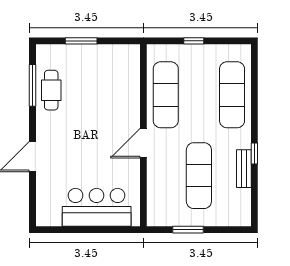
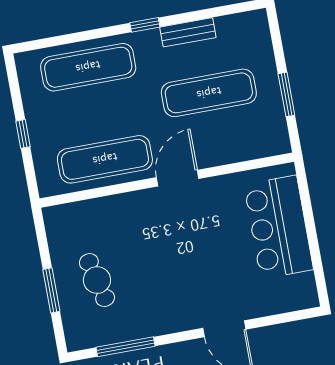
cafe table: (51, 90) -> (97, 280), moved, turned 76
door: (143, 143) -> (178, 178), swing flipped
window: (254, 154) -> (145, 25), moved

